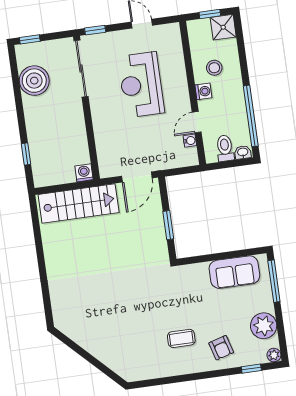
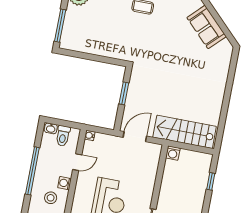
window: (251, 116) -> (32, 171), moved
water cooler: (190, 141) -> (90, 135), moved
sofa: (234, 272) -> (207, 27), moved, turned -135

